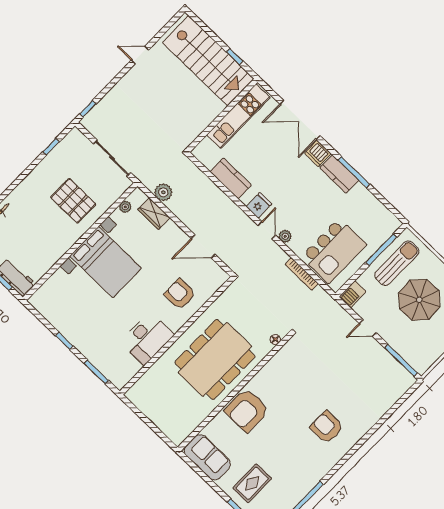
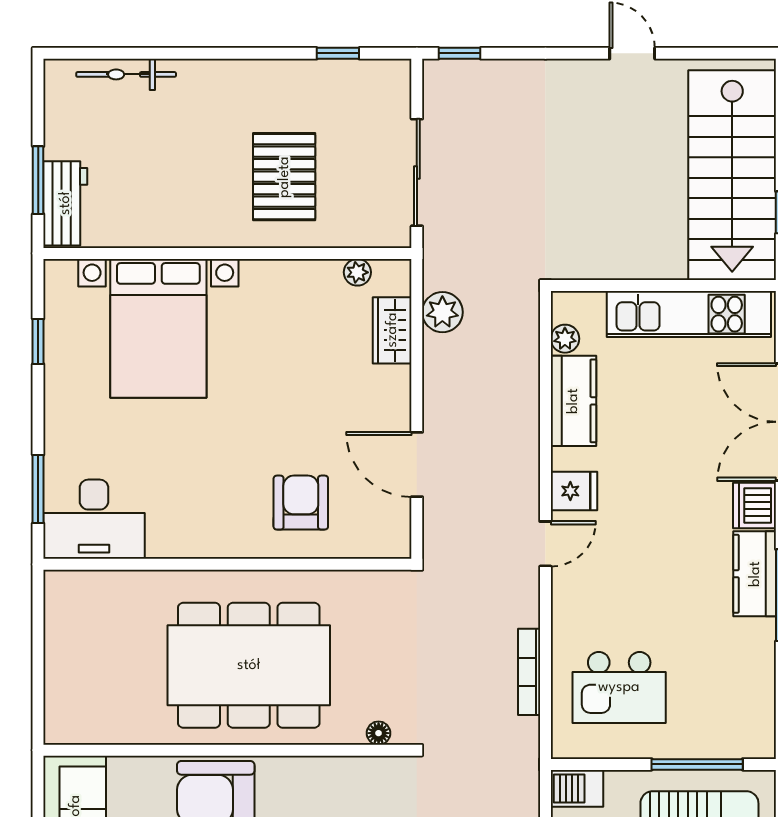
plant: (285, 236) -> (565, 339), moved
kitchen island: (334, 251) -> (619, 687), width x0.73, depth x0.78
bed with nightstands: (106, 262) -> (158, 328), moved
desk: (147, 338) -> (94, 519), moved
window: (64, 341) -> (38, 341), moved

